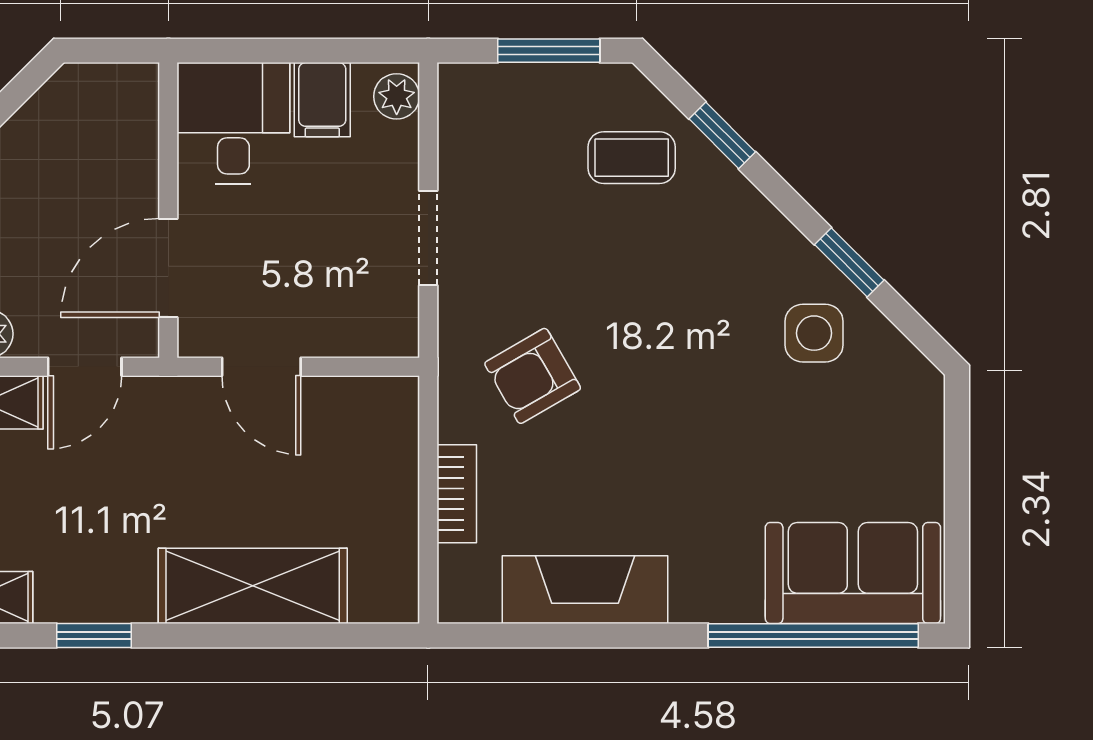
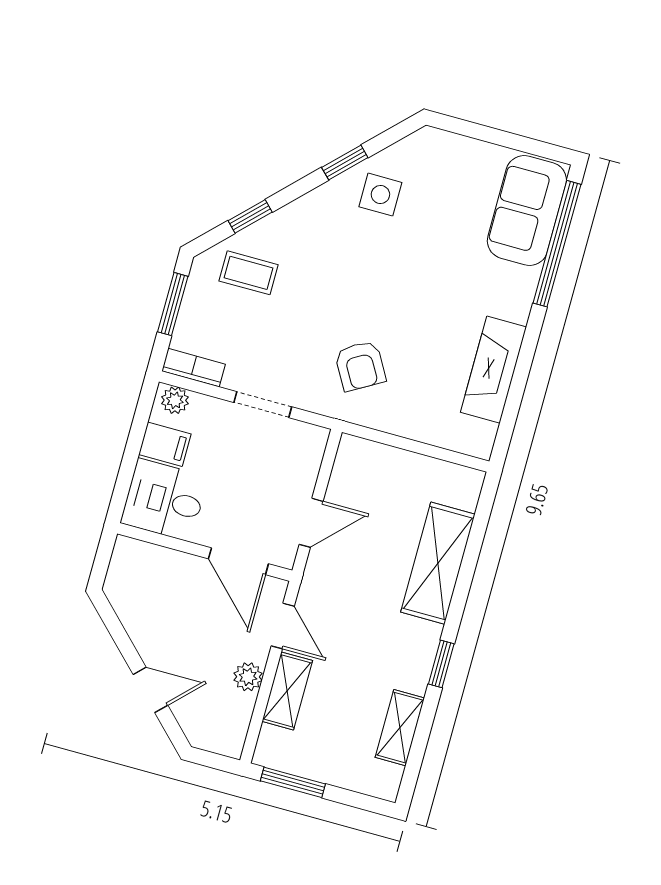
coffee table: (632, 158) -> (249, 273), turned 90
bookcase: (457, 494) -> (194, 368), moved

